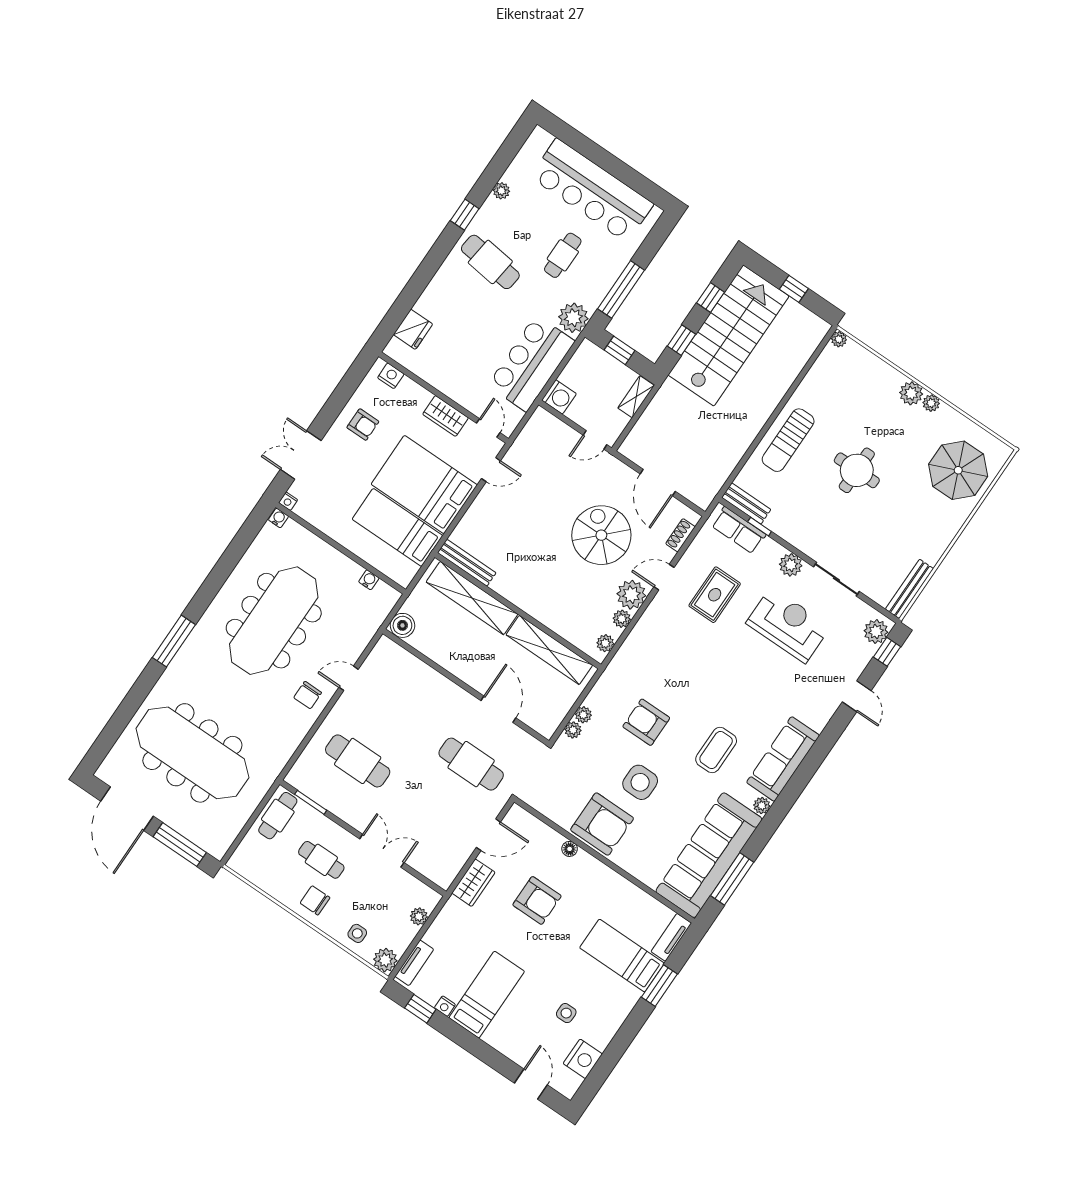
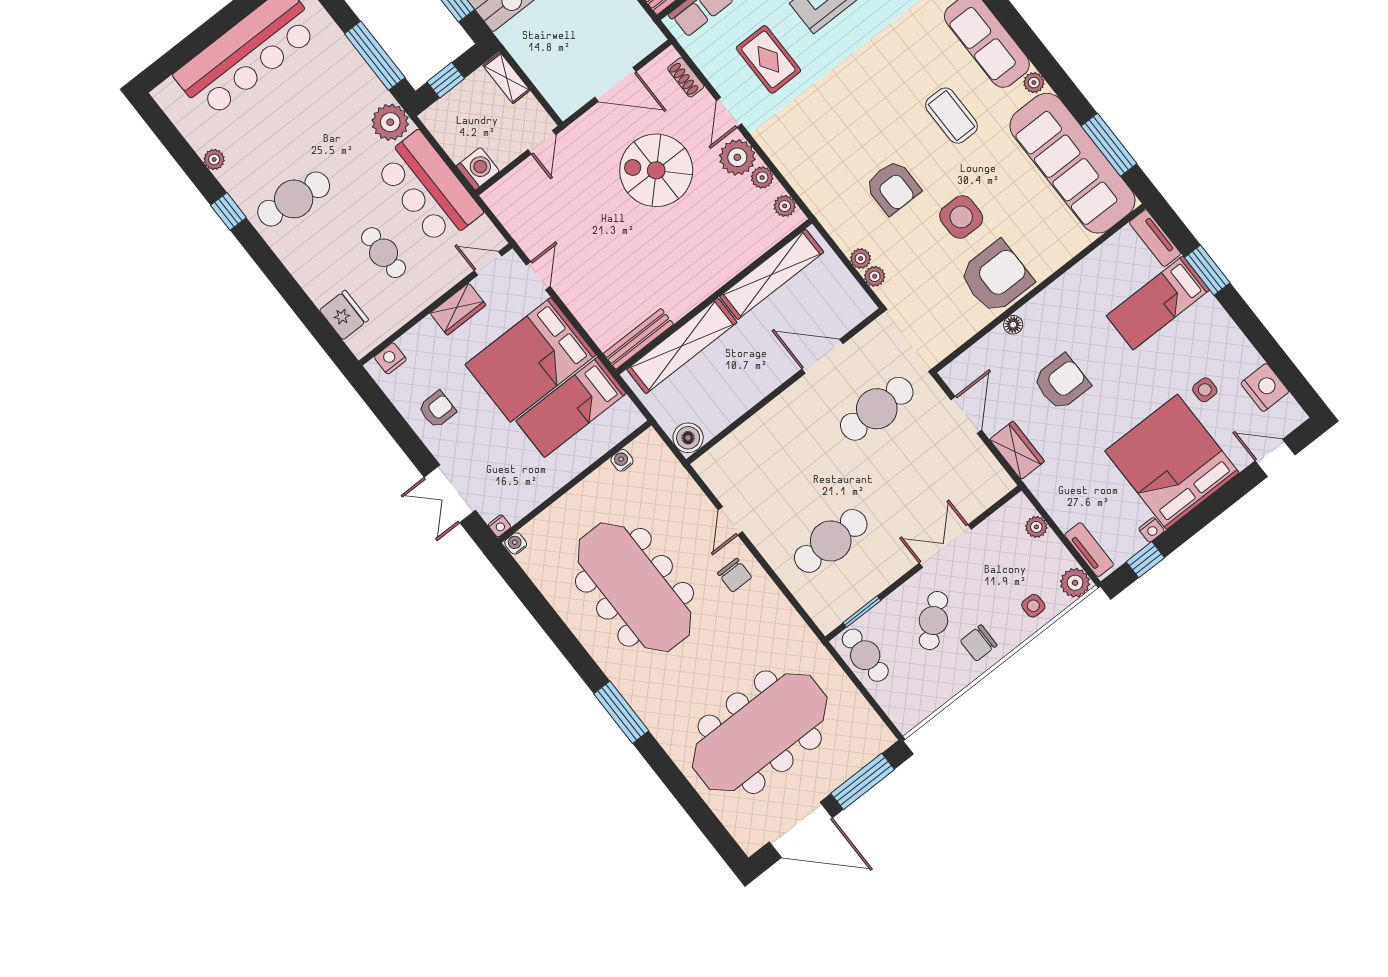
cafe table: (563, 255) -> (384, 253), moved
armchair: (646, 722) -> (893, 187), turned -90
cafe table: (321, 860) -> (933, 621), turned -40
bed: (487, 995) -> (1172, 462), width x2.04

